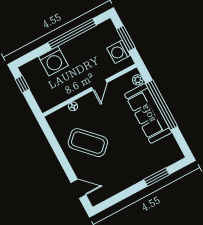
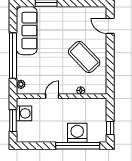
window: (72, 34) -> (78, 146), moved
sofa: (148, 113) -> (27, 31), moved

